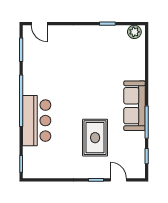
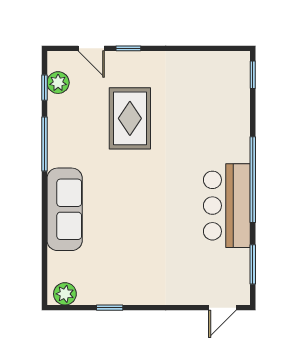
door: (39, 24) -> (222, 308), swing flipped
sofa: (134, 106) -> (65, 209), moved
bar counter: (37, 121) -> (227, 206), moved
plant: (138, 159) -> (58, 83), added

